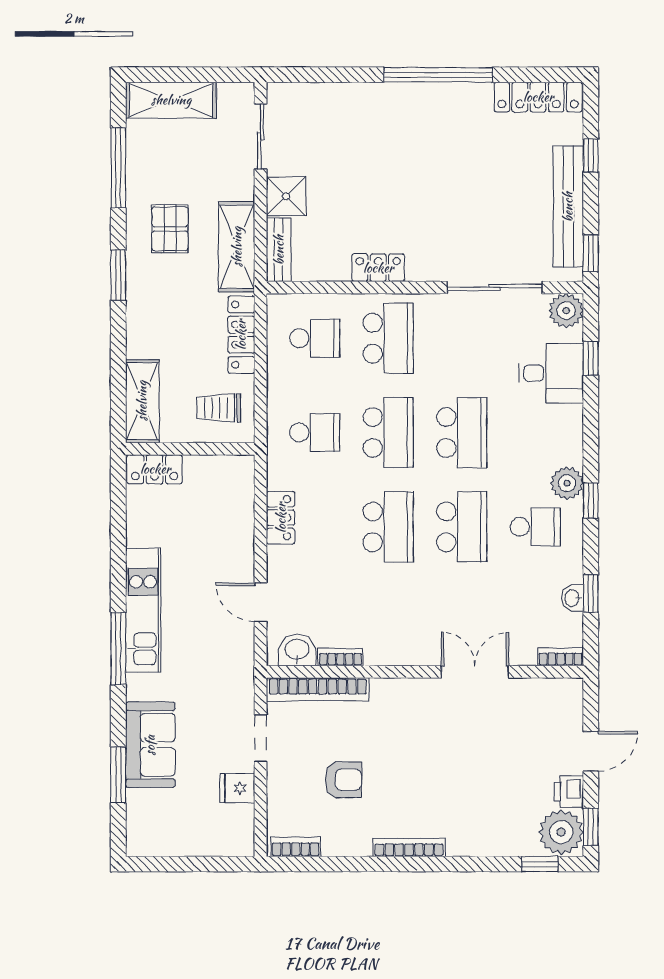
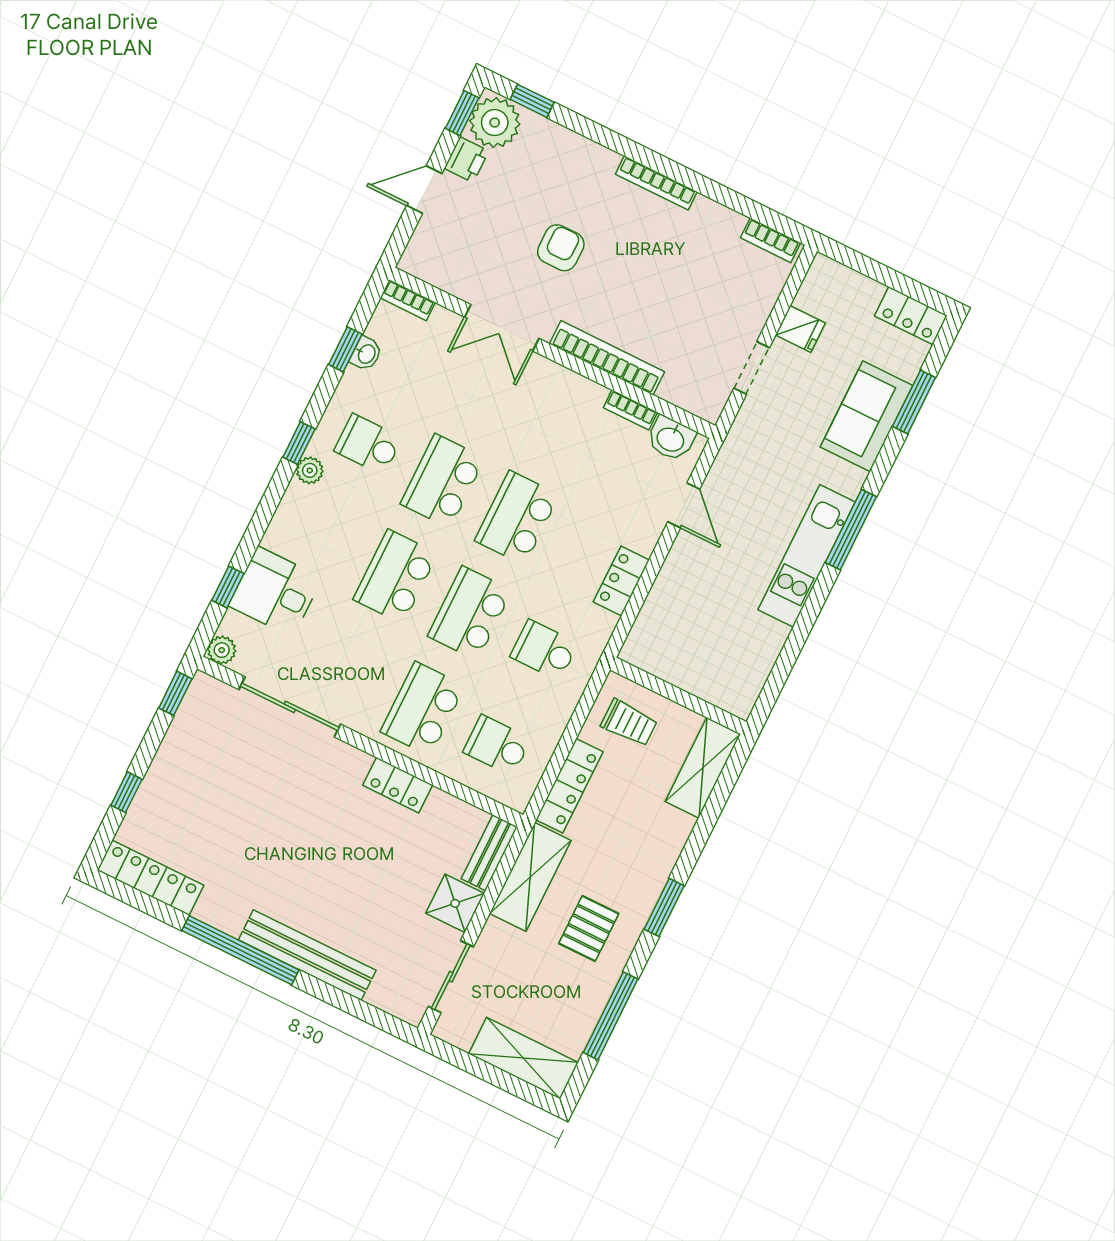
bench: (568, 207) -> (307, 955), moved, turned 90
plant: (566, 311) -> (222, 650), width x0.73, depth x0.73
locker: (155, 469) -> (911, 316), moved, turned 180
plant: (567, 483) -> (310, 470), width x0.73, depth x0.73
bookcase: (318, 689) -> (607, 358), moved
armchair: (343, 780) -> (561, 248), moved, turned 90

